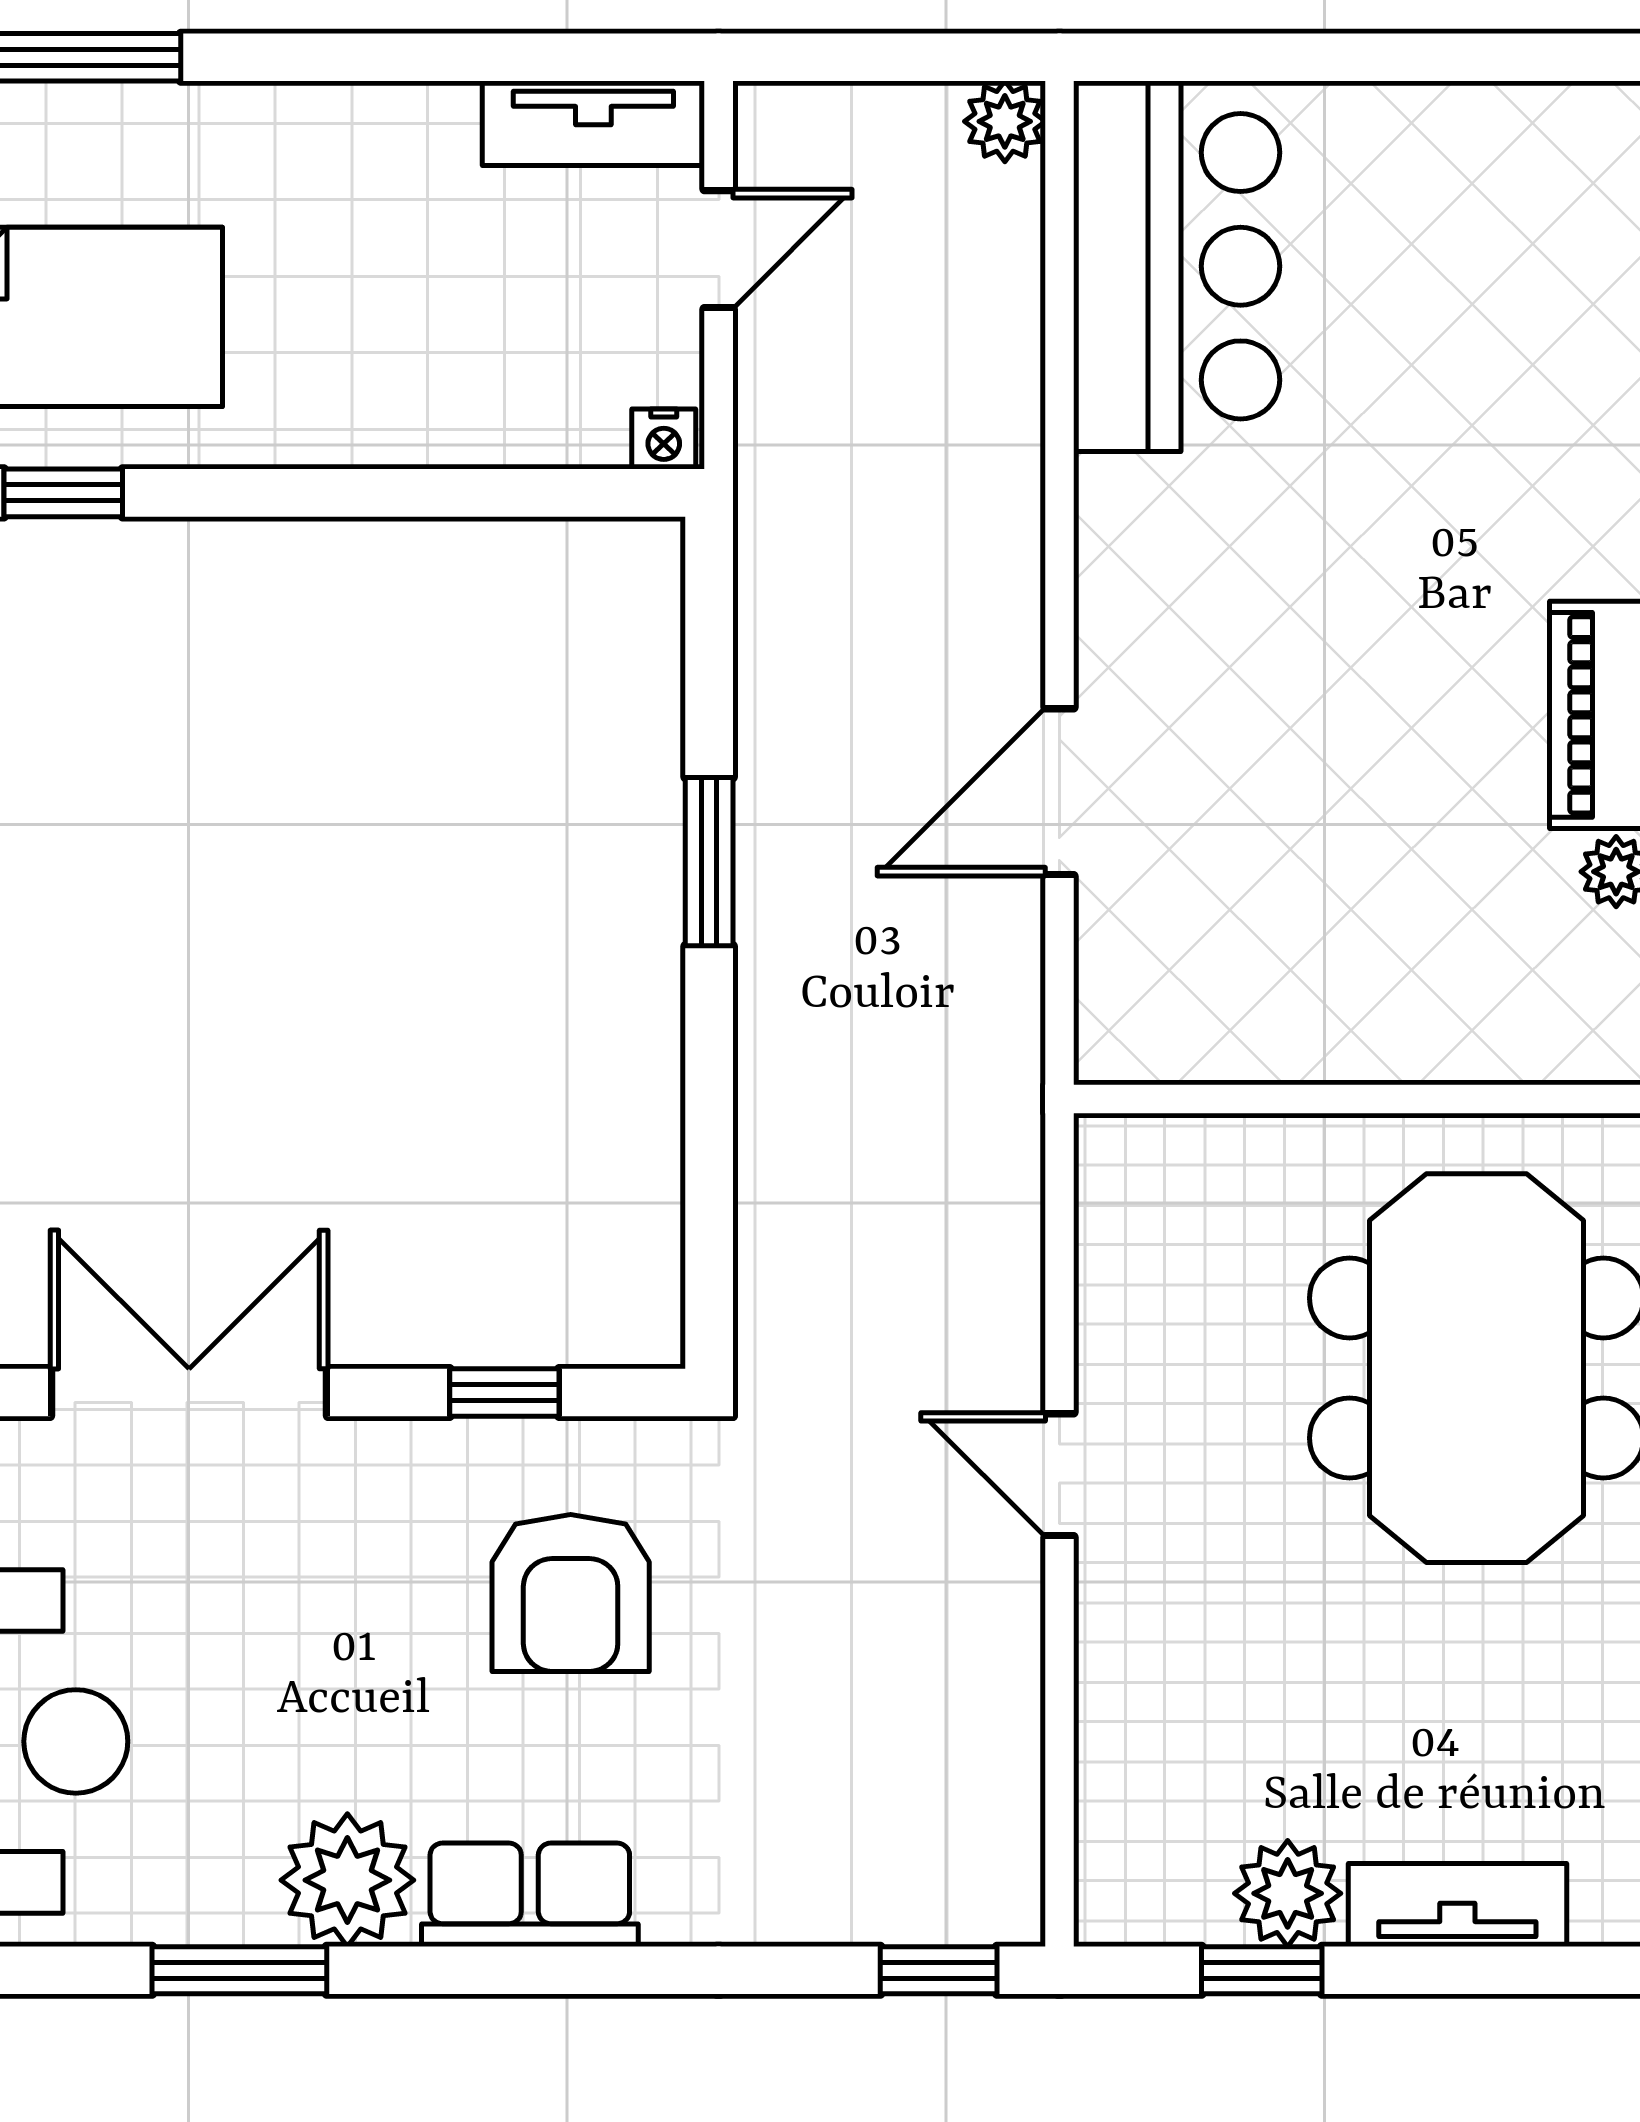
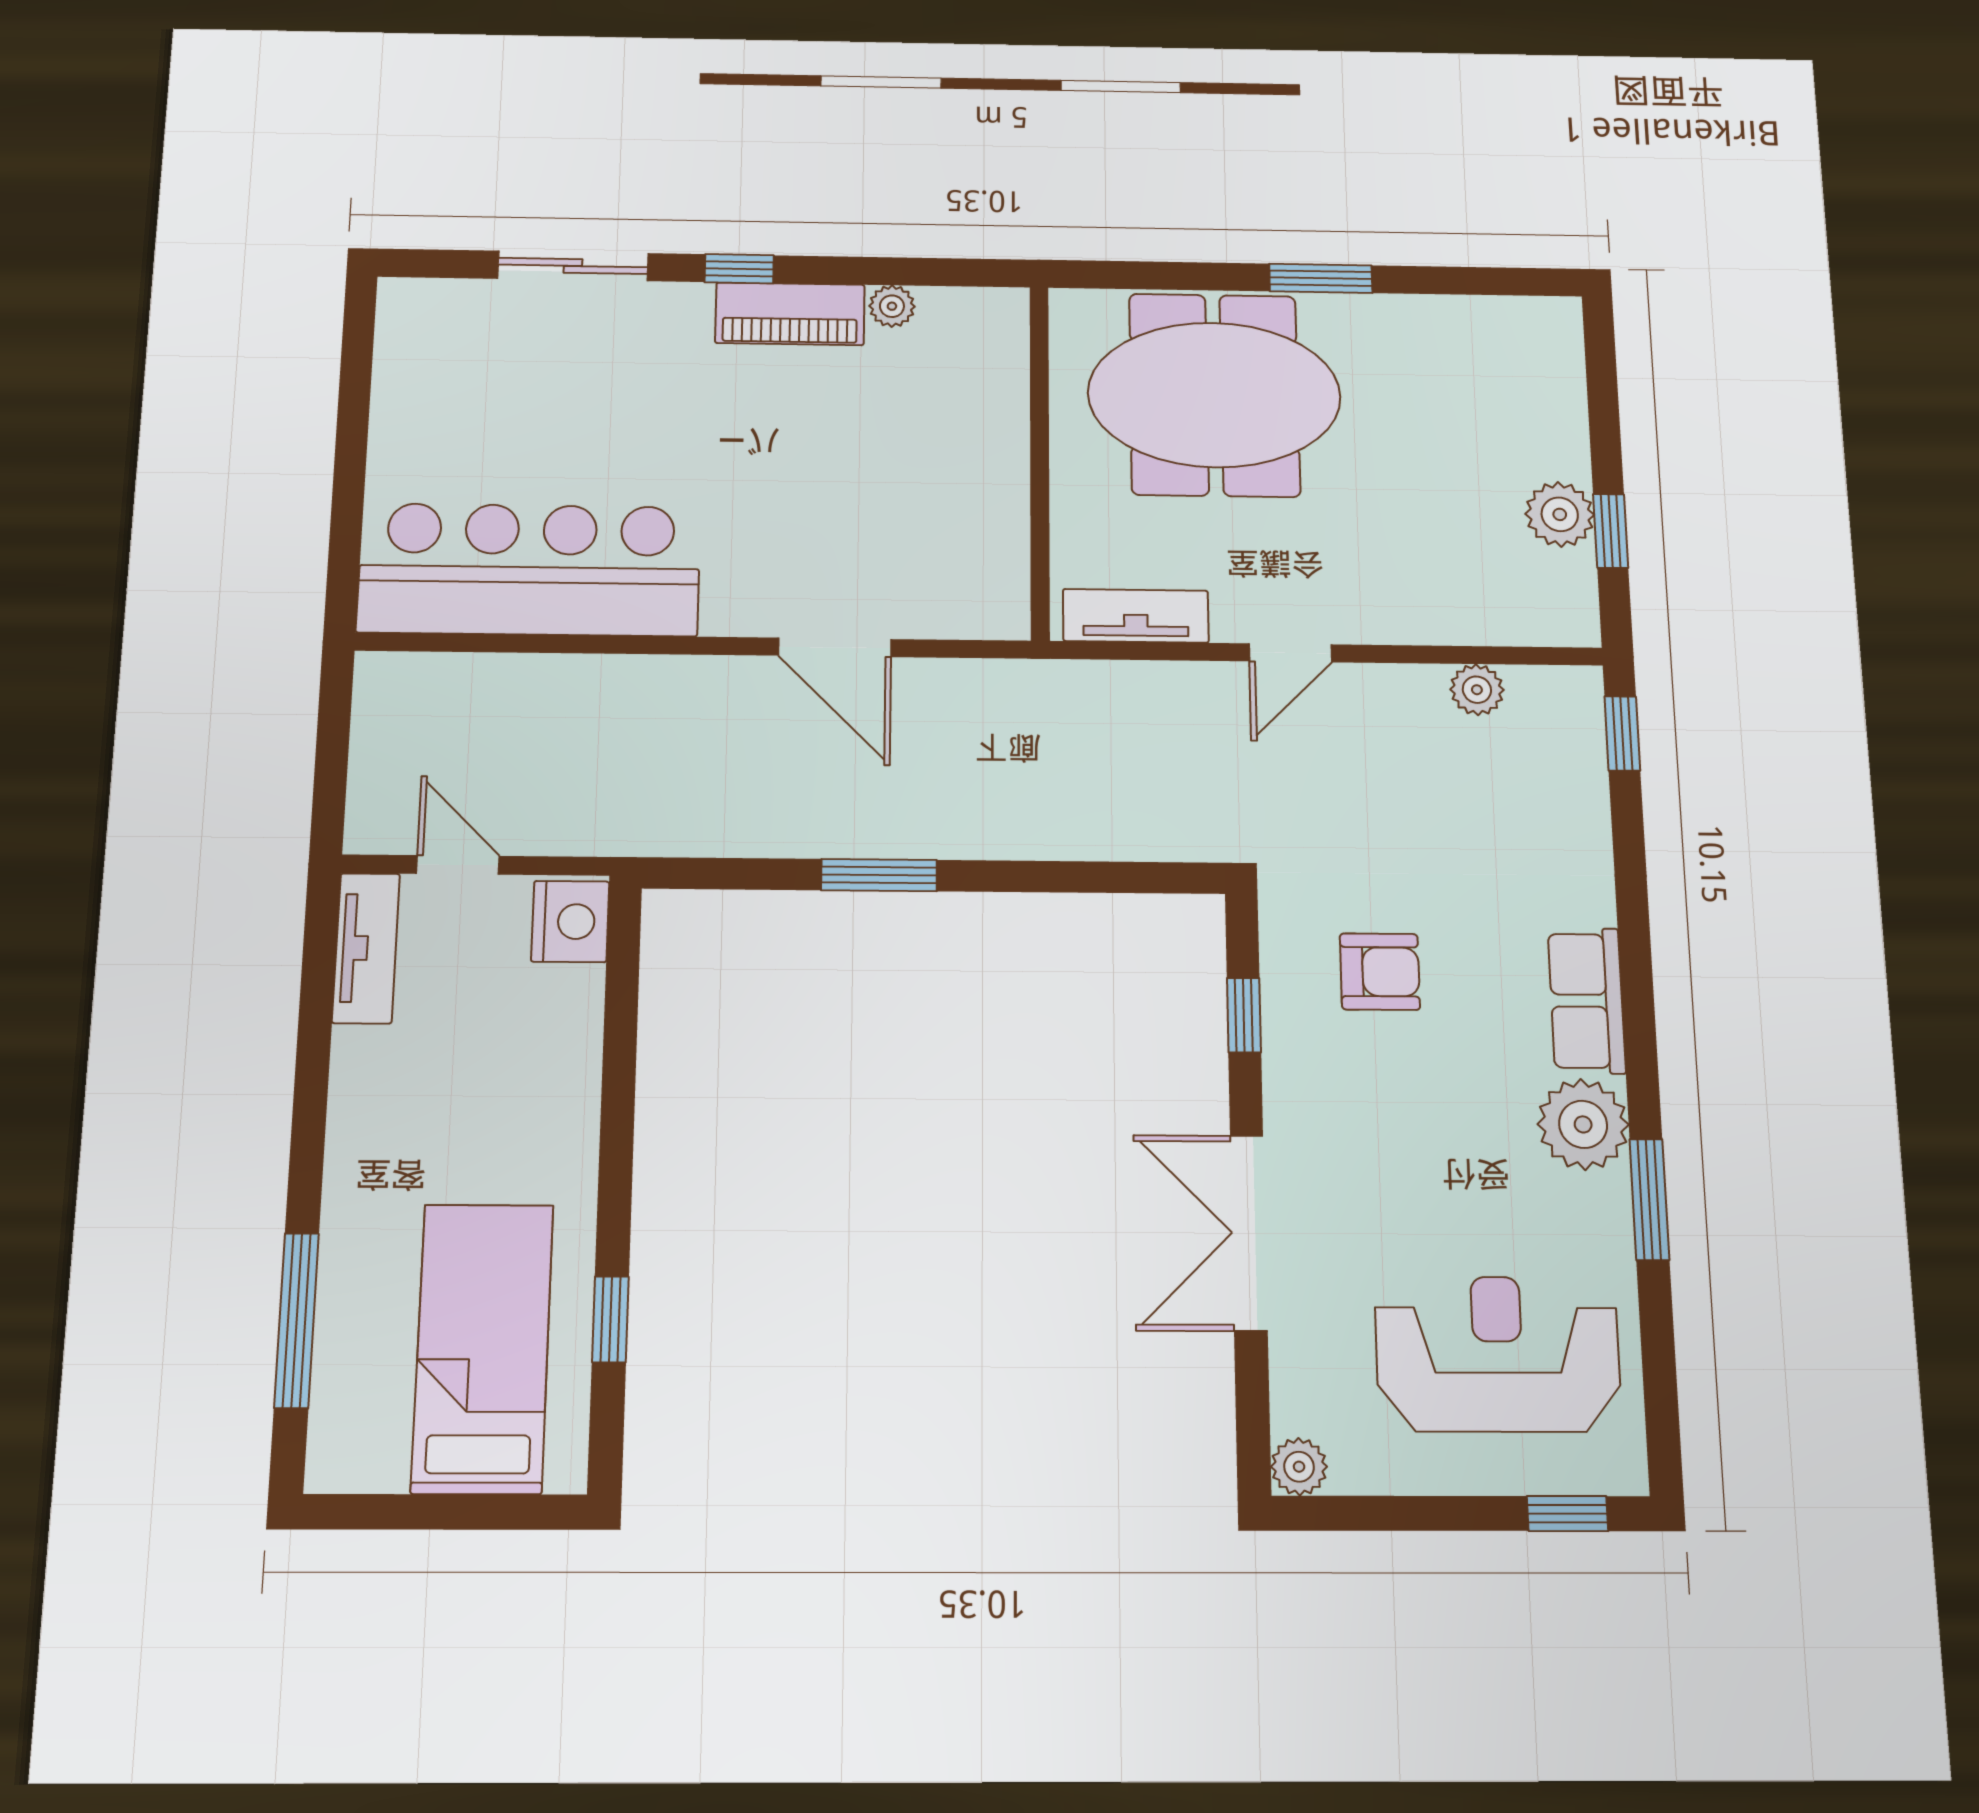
plant: (1005, 121) -> (1477, 690), moved
bar counter: (1177, 266) -> (530, 570), width x1.36
nightstand: (664, 439) -> (570, 922), width x1.89, depth x1.79
armchair: (571, 1593) -> (1380, 972), width x0.72, depth x0.72
tv unit: (1457, 1905) -> (1136, 616), moved, turned 90

